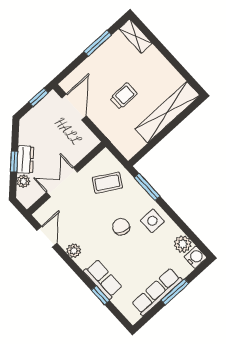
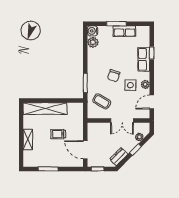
shelving: (136, 36) -> (28, 139), moved
door: (74, 107) -> (85, 150), hinge flipped
dresser: (25, 159) -> (119, 157), moved
side table: (152, 221) -> (130, 85), moved
row of seats: (157, 292) -> (124, 31), width x0.68

